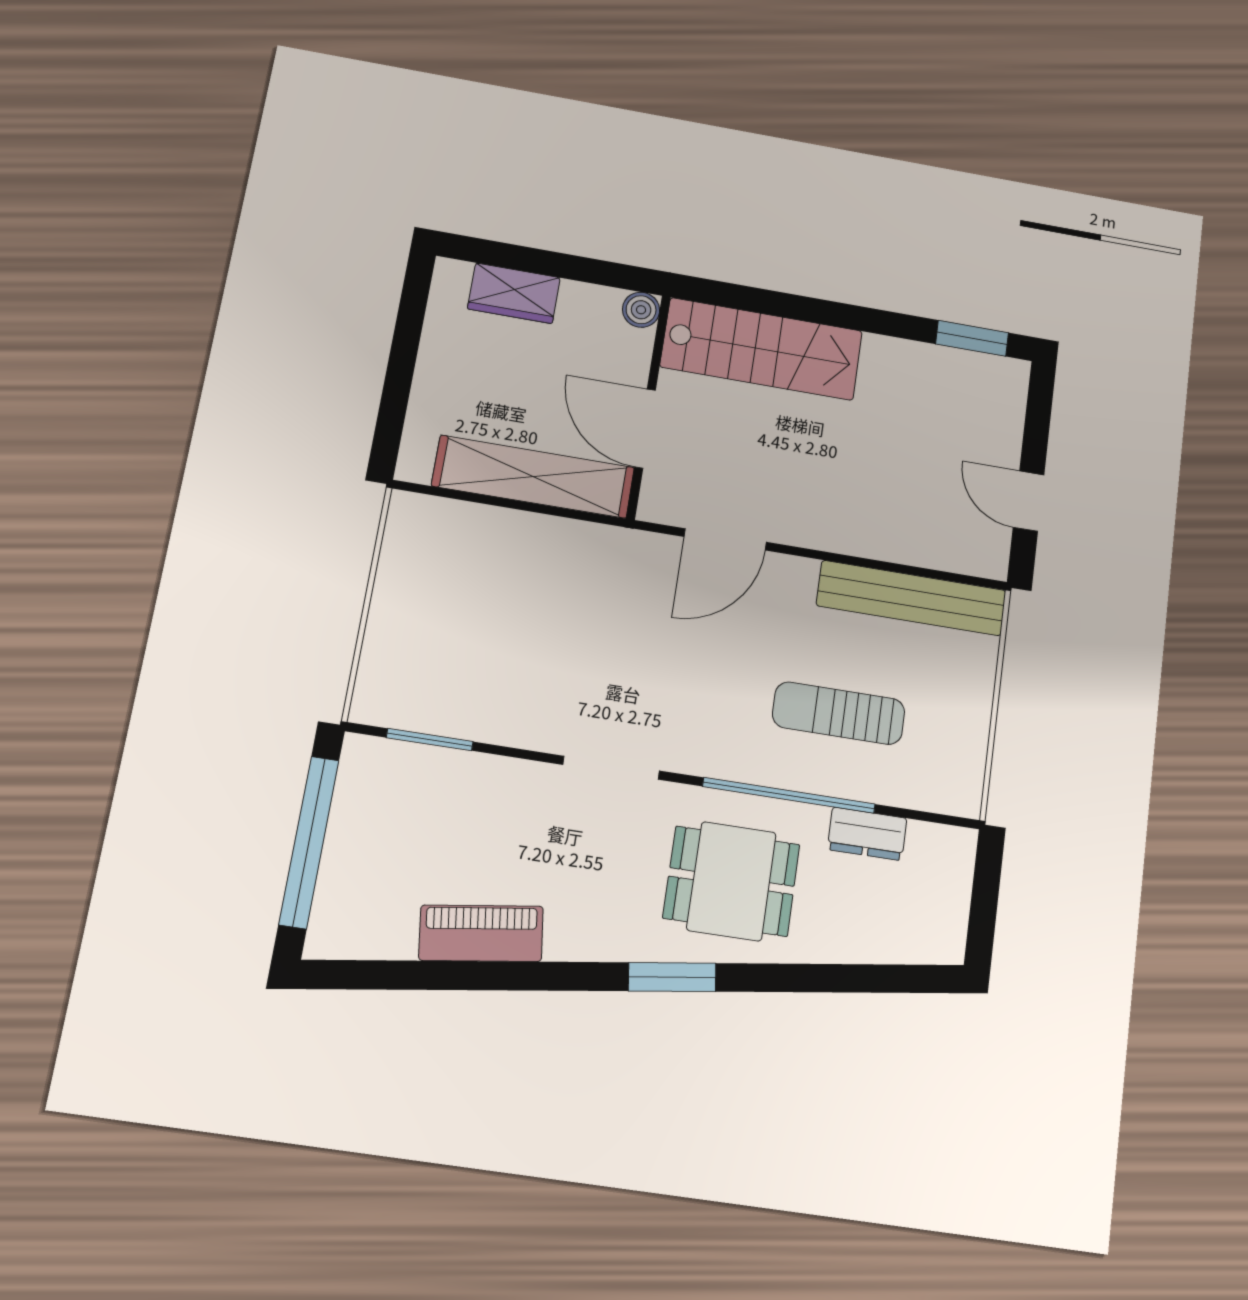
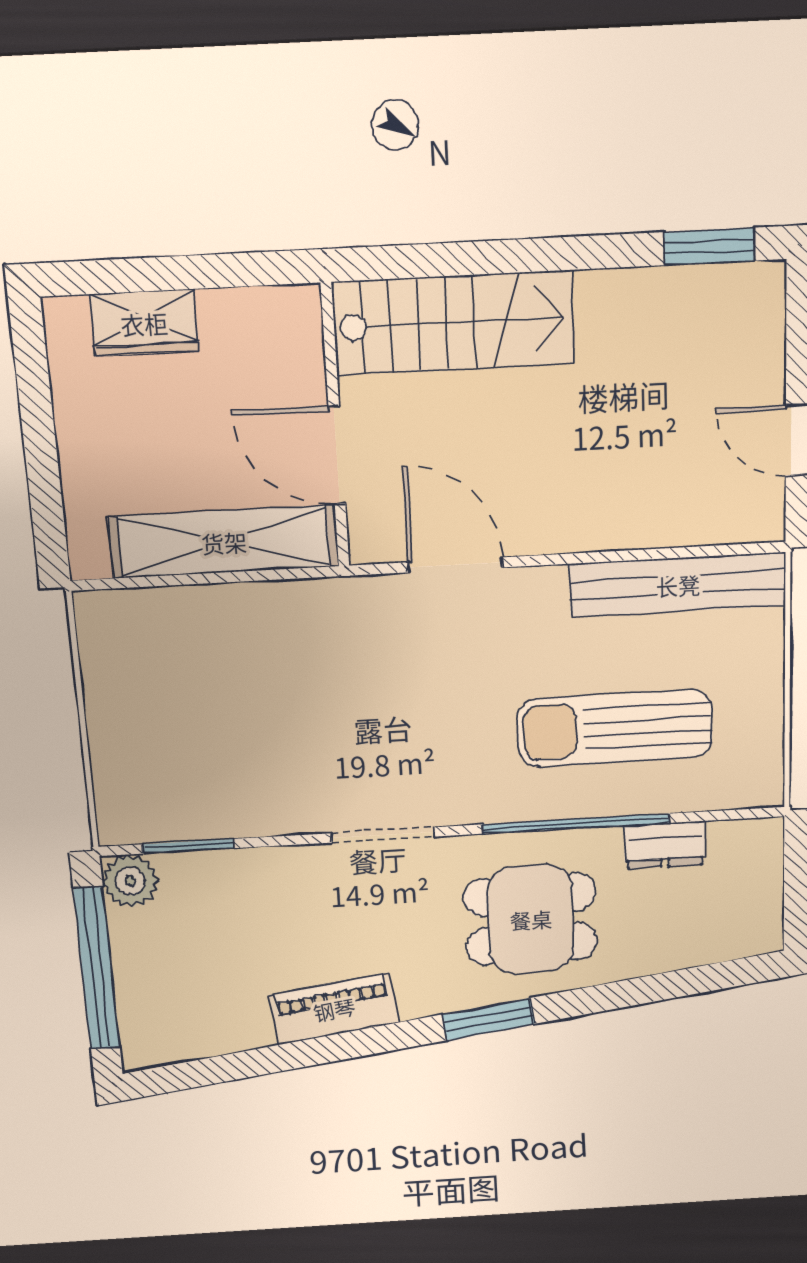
boiler: (641, 310) -> (299, 307), removed
door: (725, 539) -> (455, 565), swing flipped
sun lounger: (839, 713) -> (615, 728), width x1.36, depth x1.34
plant: (366, 762) -> (130, 881), added
piano: (481, 933) -> (334, 1009), moved

